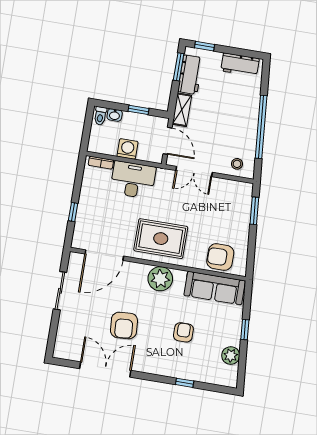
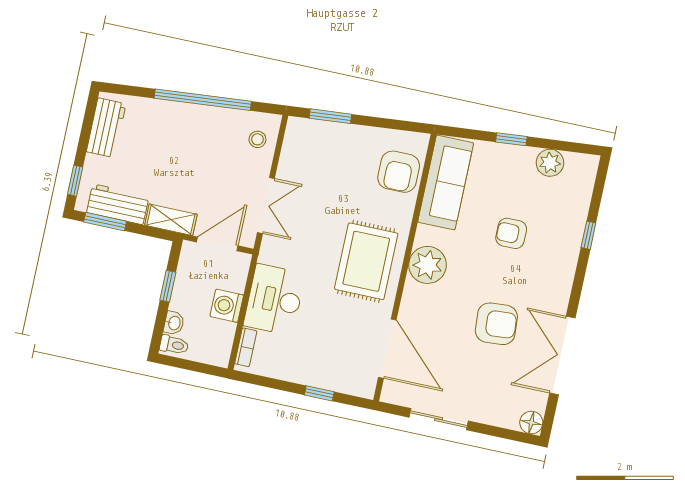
floor lamp: (61, 351) -> (531, 423), added

